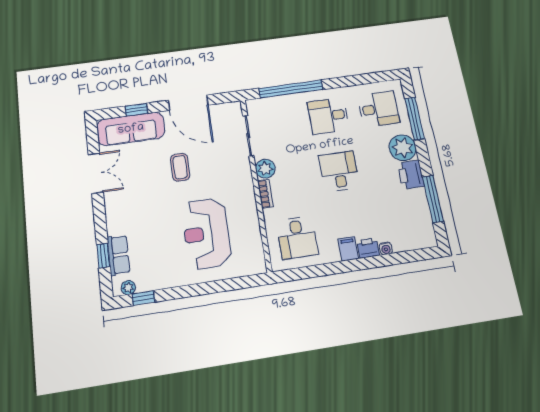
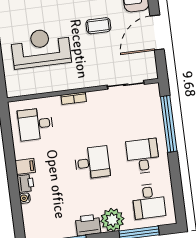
plant: (265, 169) -> (96, 99), removed

